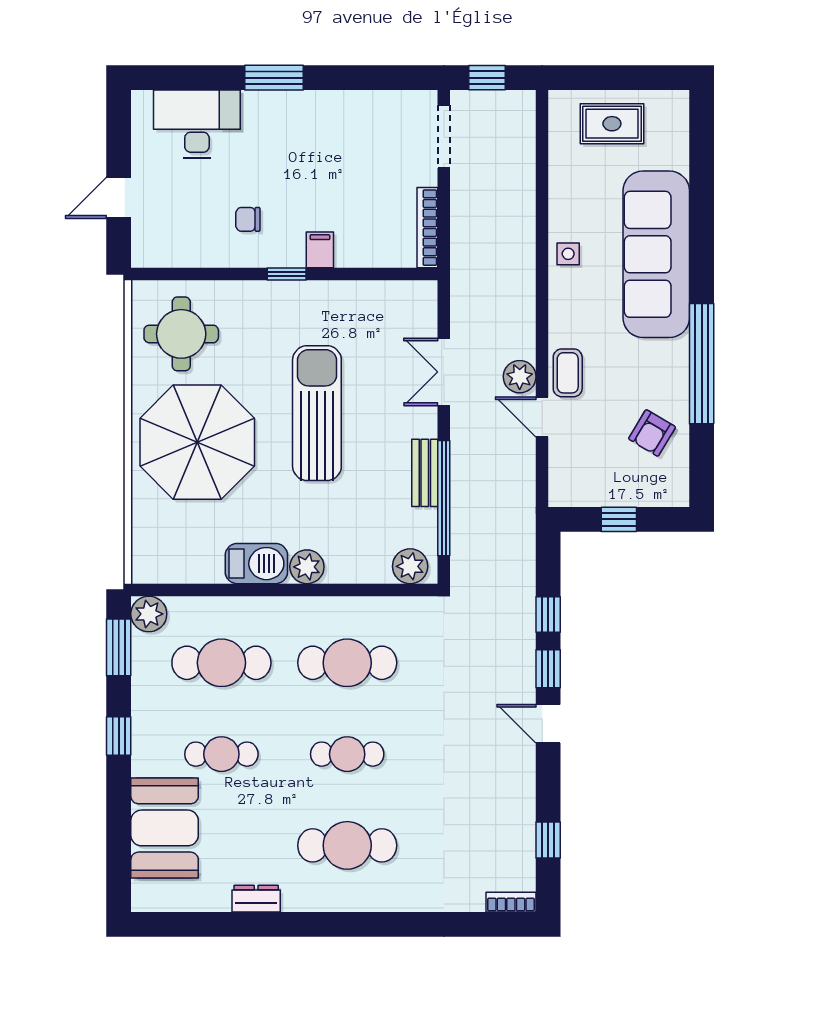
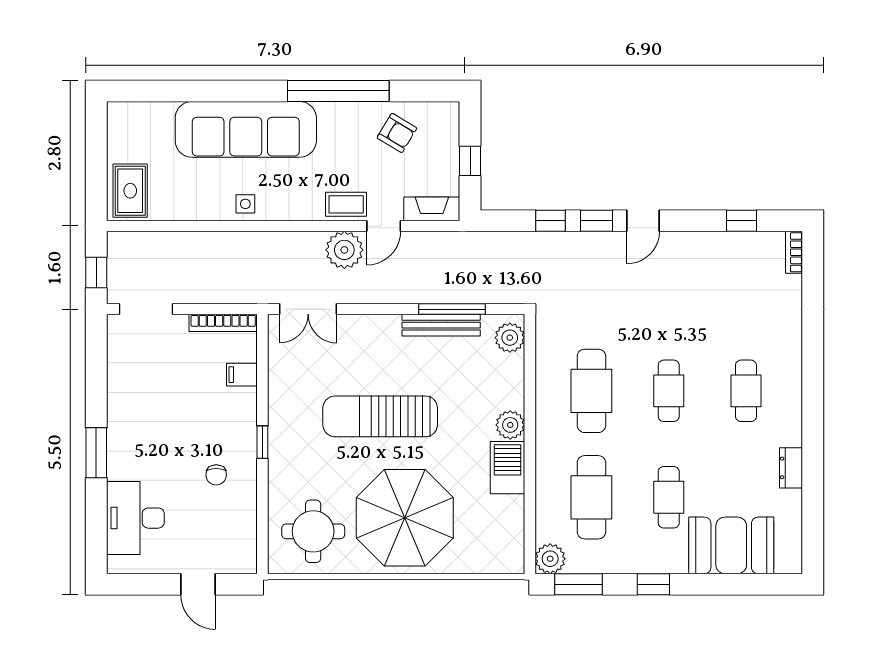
rug: (612, 124) -> (130, 191), moved
filing cabinet: (320, 250) -> (242, 375), moved
double door: (444, 372) -> (308, 309), moved
plant: (520, 377) -> (344, 250), width x1.36, depth x1.36
bench: (425, 473) -> (441, 325), width x1.36
fireplace: (562, 474) -> (432, 209), added
window: (444, 498) -> (452, 309), width x0.68
cafe table: (347, 845) -> (746, 391), width x0.73, depth x0.74

